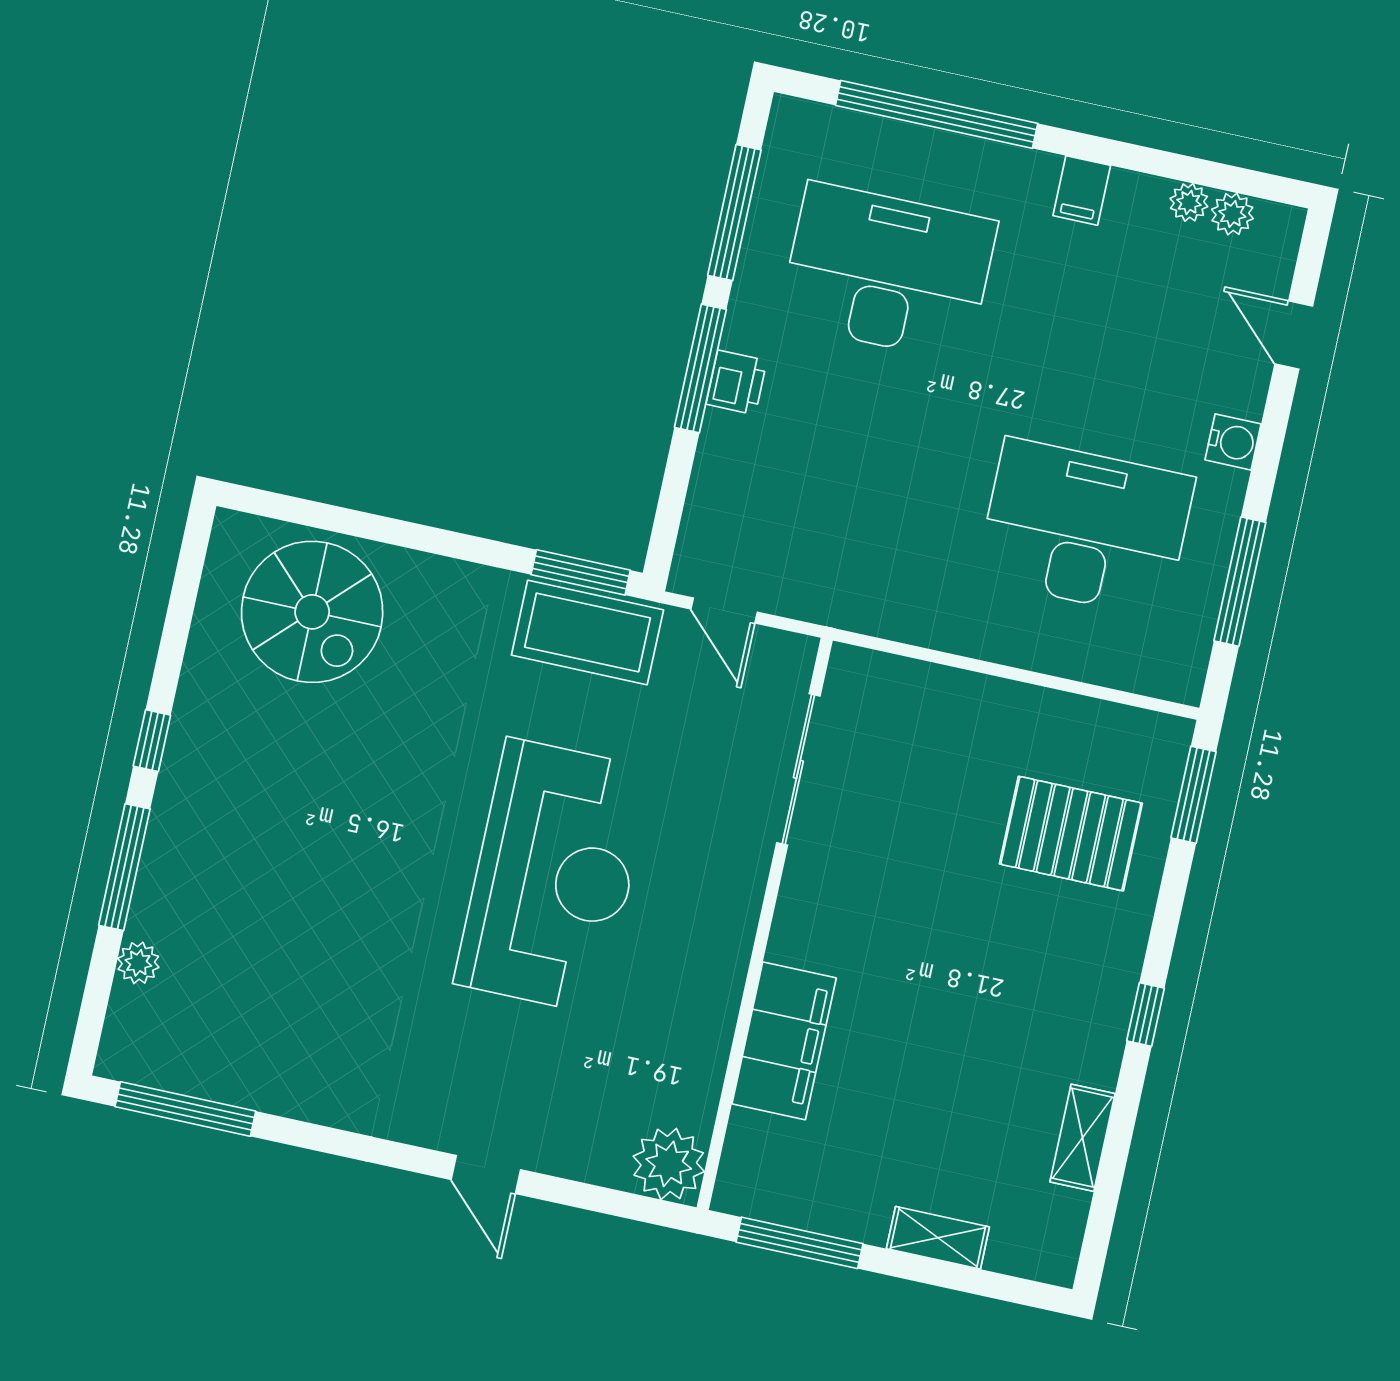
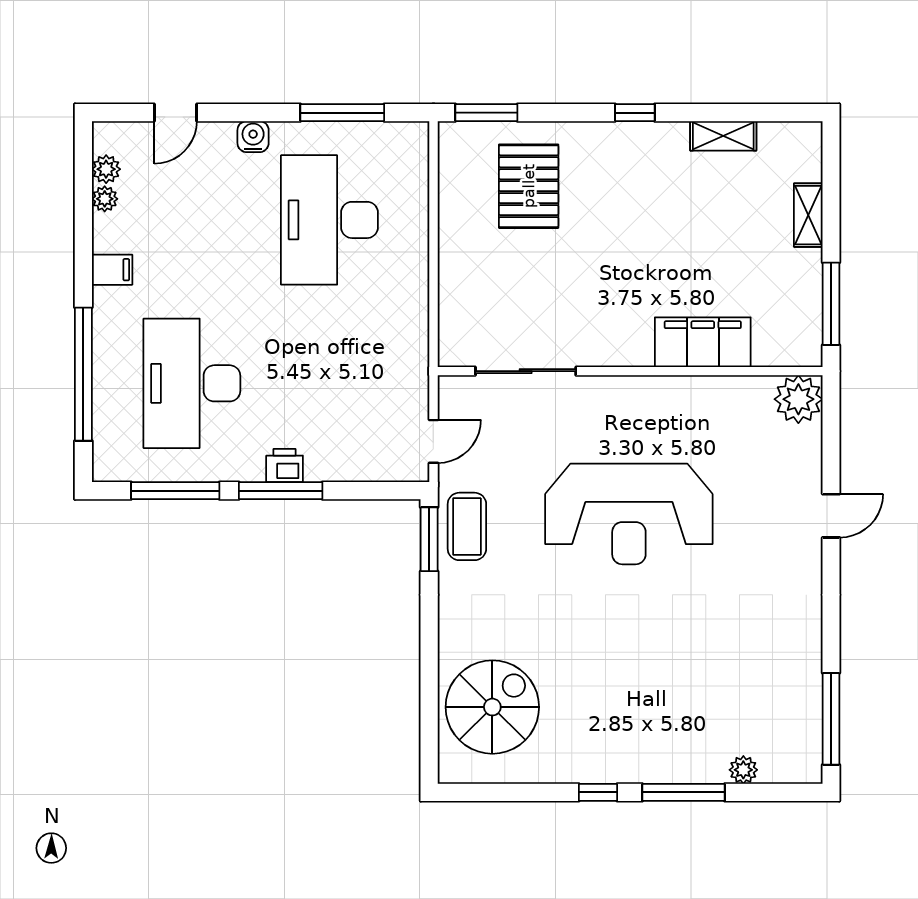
coffee table: (587, 633) -> (467, 526), width x0.73, depth x0.76
reception desk: (554, 876) -> (629, 514), turned 180

